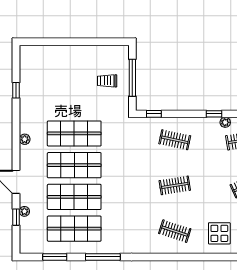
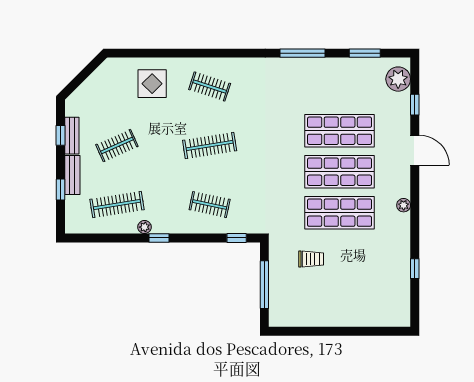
trolley: (107, 81) -> (311, 259), moved
clothes rail: (175, 185) -> (210, 146), width x1.36
plant: (24, 211) -> (398, 79), moved, width x1.88, depth x1.88
shop shelf: (74, 229) -> (340, 90), removed

